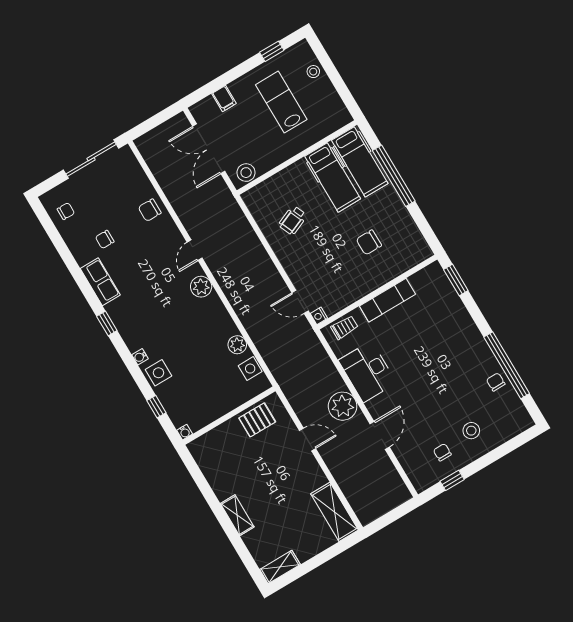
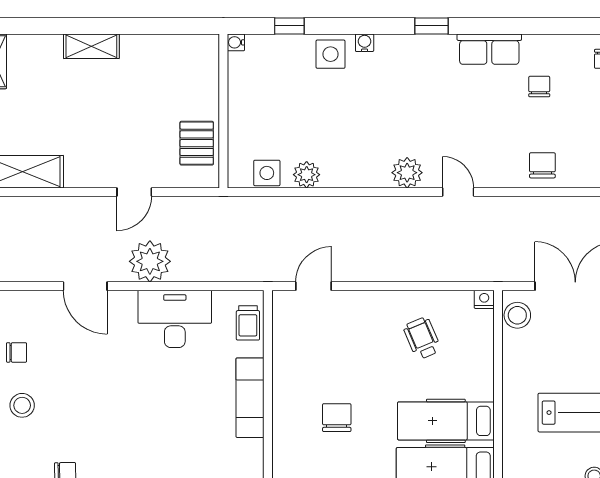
nightstand: (319, 316) -> (484, 299), moved

